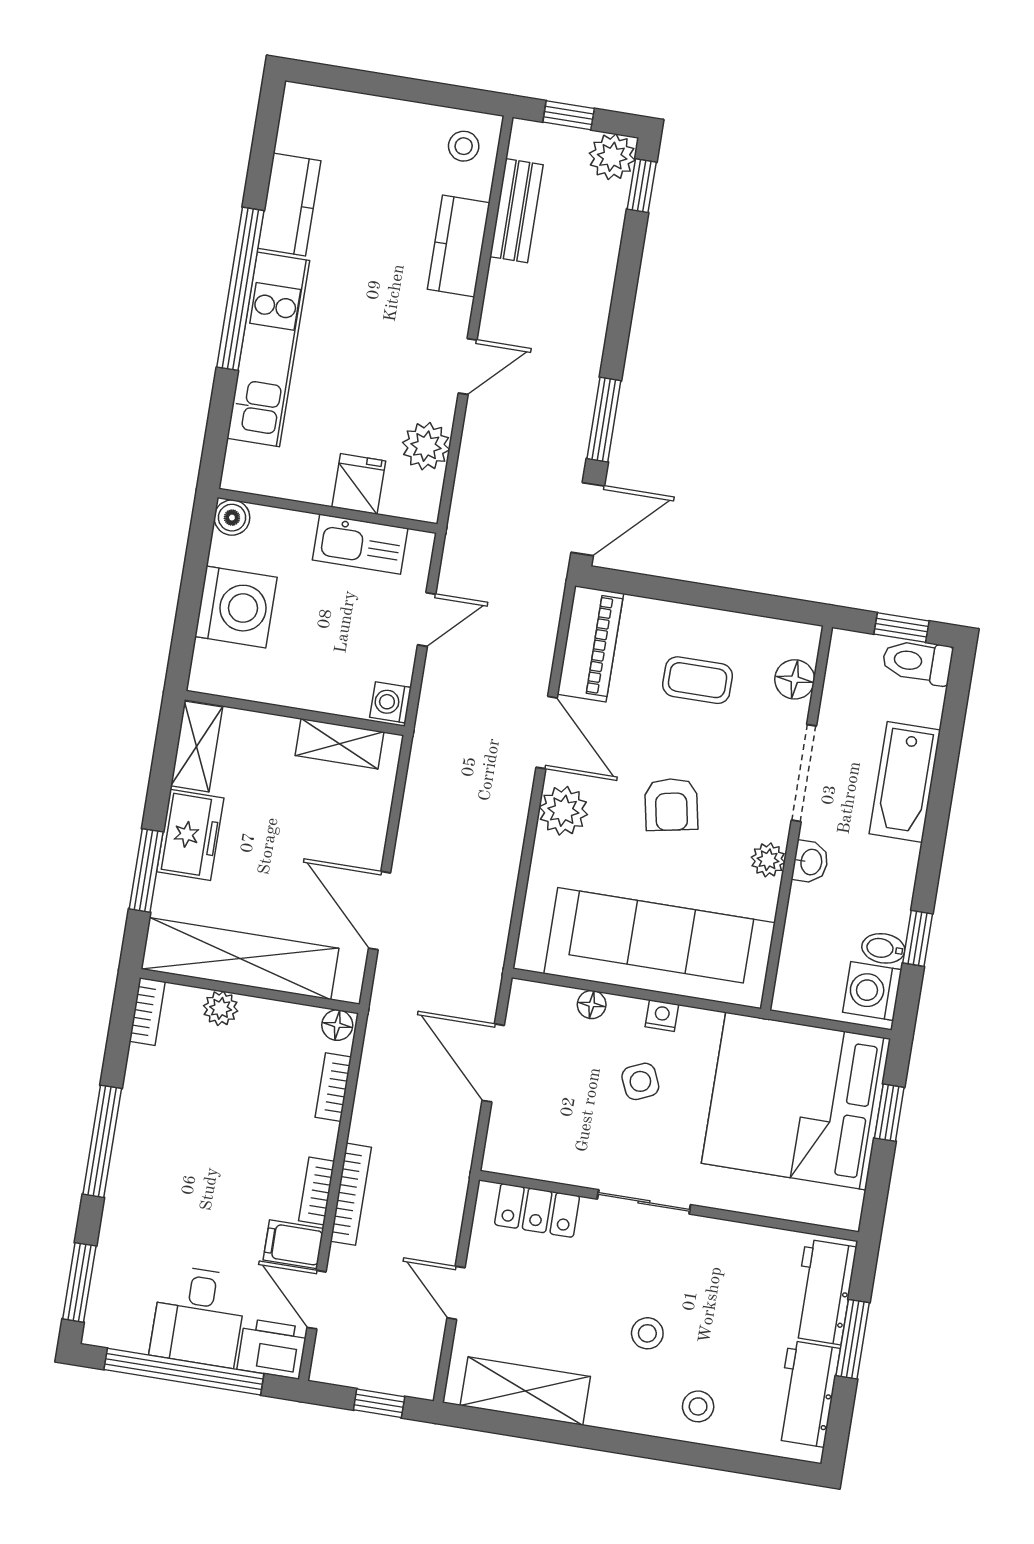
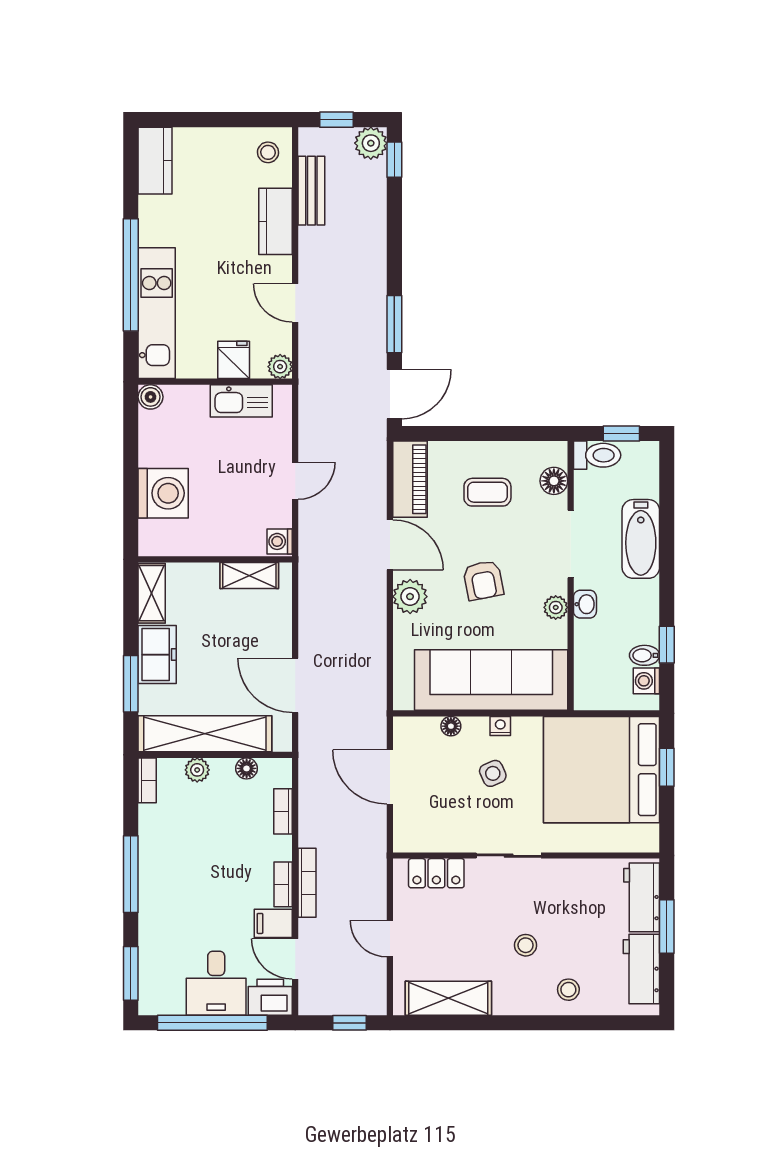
kitchen counter: (289, 205) -> (155, 161), moved
door: (468, 366) -> (295, 303), swing flipped
plant: (426, 446) -> (280, 367), width x0.73, depth x0.73
fridge: (359, 484) -> (234, 360), moved
wall: (328, 511) -> (215, 382), moved
boiler: (232, 518) -> (151, 397), moved
kitchen sink: (360, 544) -> (241, 401), moved
toilet: (917, 662) -> (597, 455), moved, turned 180
washing machine: (872, 991) -> (646, 681), width x0.73, depth x0.73
floor lamp: (337, 1025) -> (247, 768), moved

